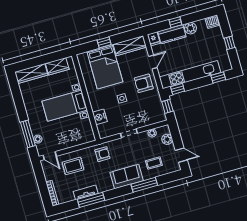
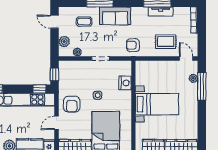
armchair: (144, 83) -> (72, 104), turned 90

